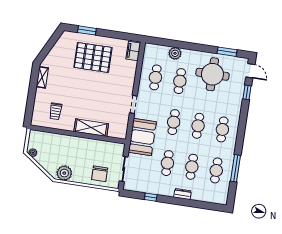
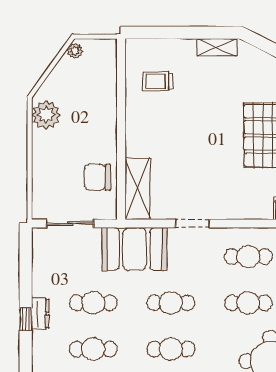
shelving: (91, 128) -> (137, 189), moved
chair: (100, 174) -> (97, 177), moved
dresser: (182, 194) -> (40, 313), moved
window: (151, 197) -> (26, 319), moved

